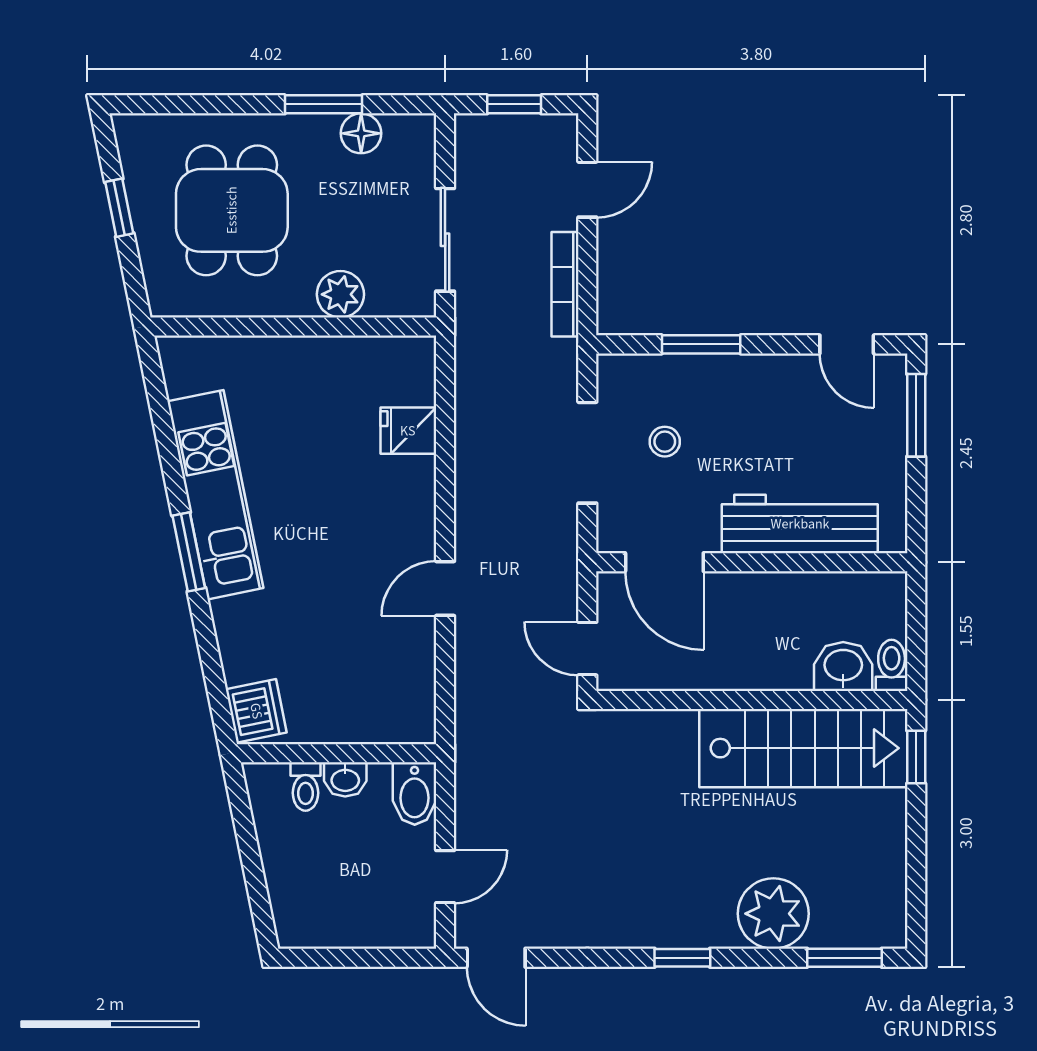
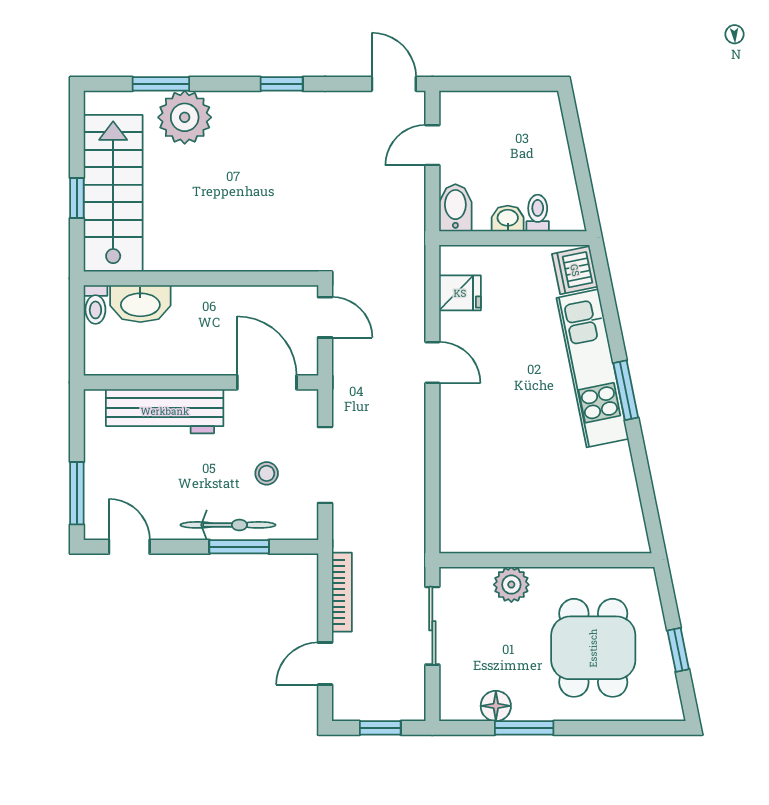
bicycle: (716, 373) -> (228, 525), added
fridge: (408, 431) -> (460, 293), moved
kitchen unit: (215, 495) -> (592, 368), moved
door: (445, 589) -> (432, 363), hinge flipped
washbasin: (843, 667) -> (140, 304), width x1.38
stairs: (803, 748) -> (113, 193), moved, turned 90
window: (916, 757) -> (77, 198), moved
window: (682, 958) -> (282, 84), moved
window: (844, 958) -> (161, 84), moved

